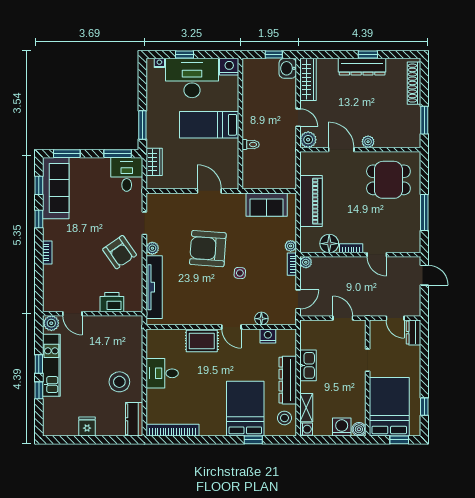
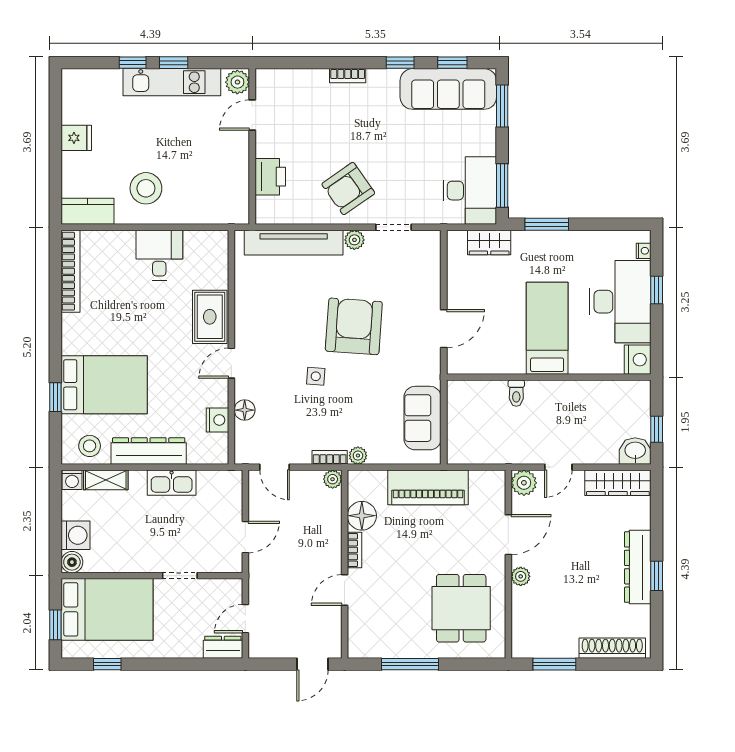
desk: (127, 174) -> (470, 191), width x1.37

